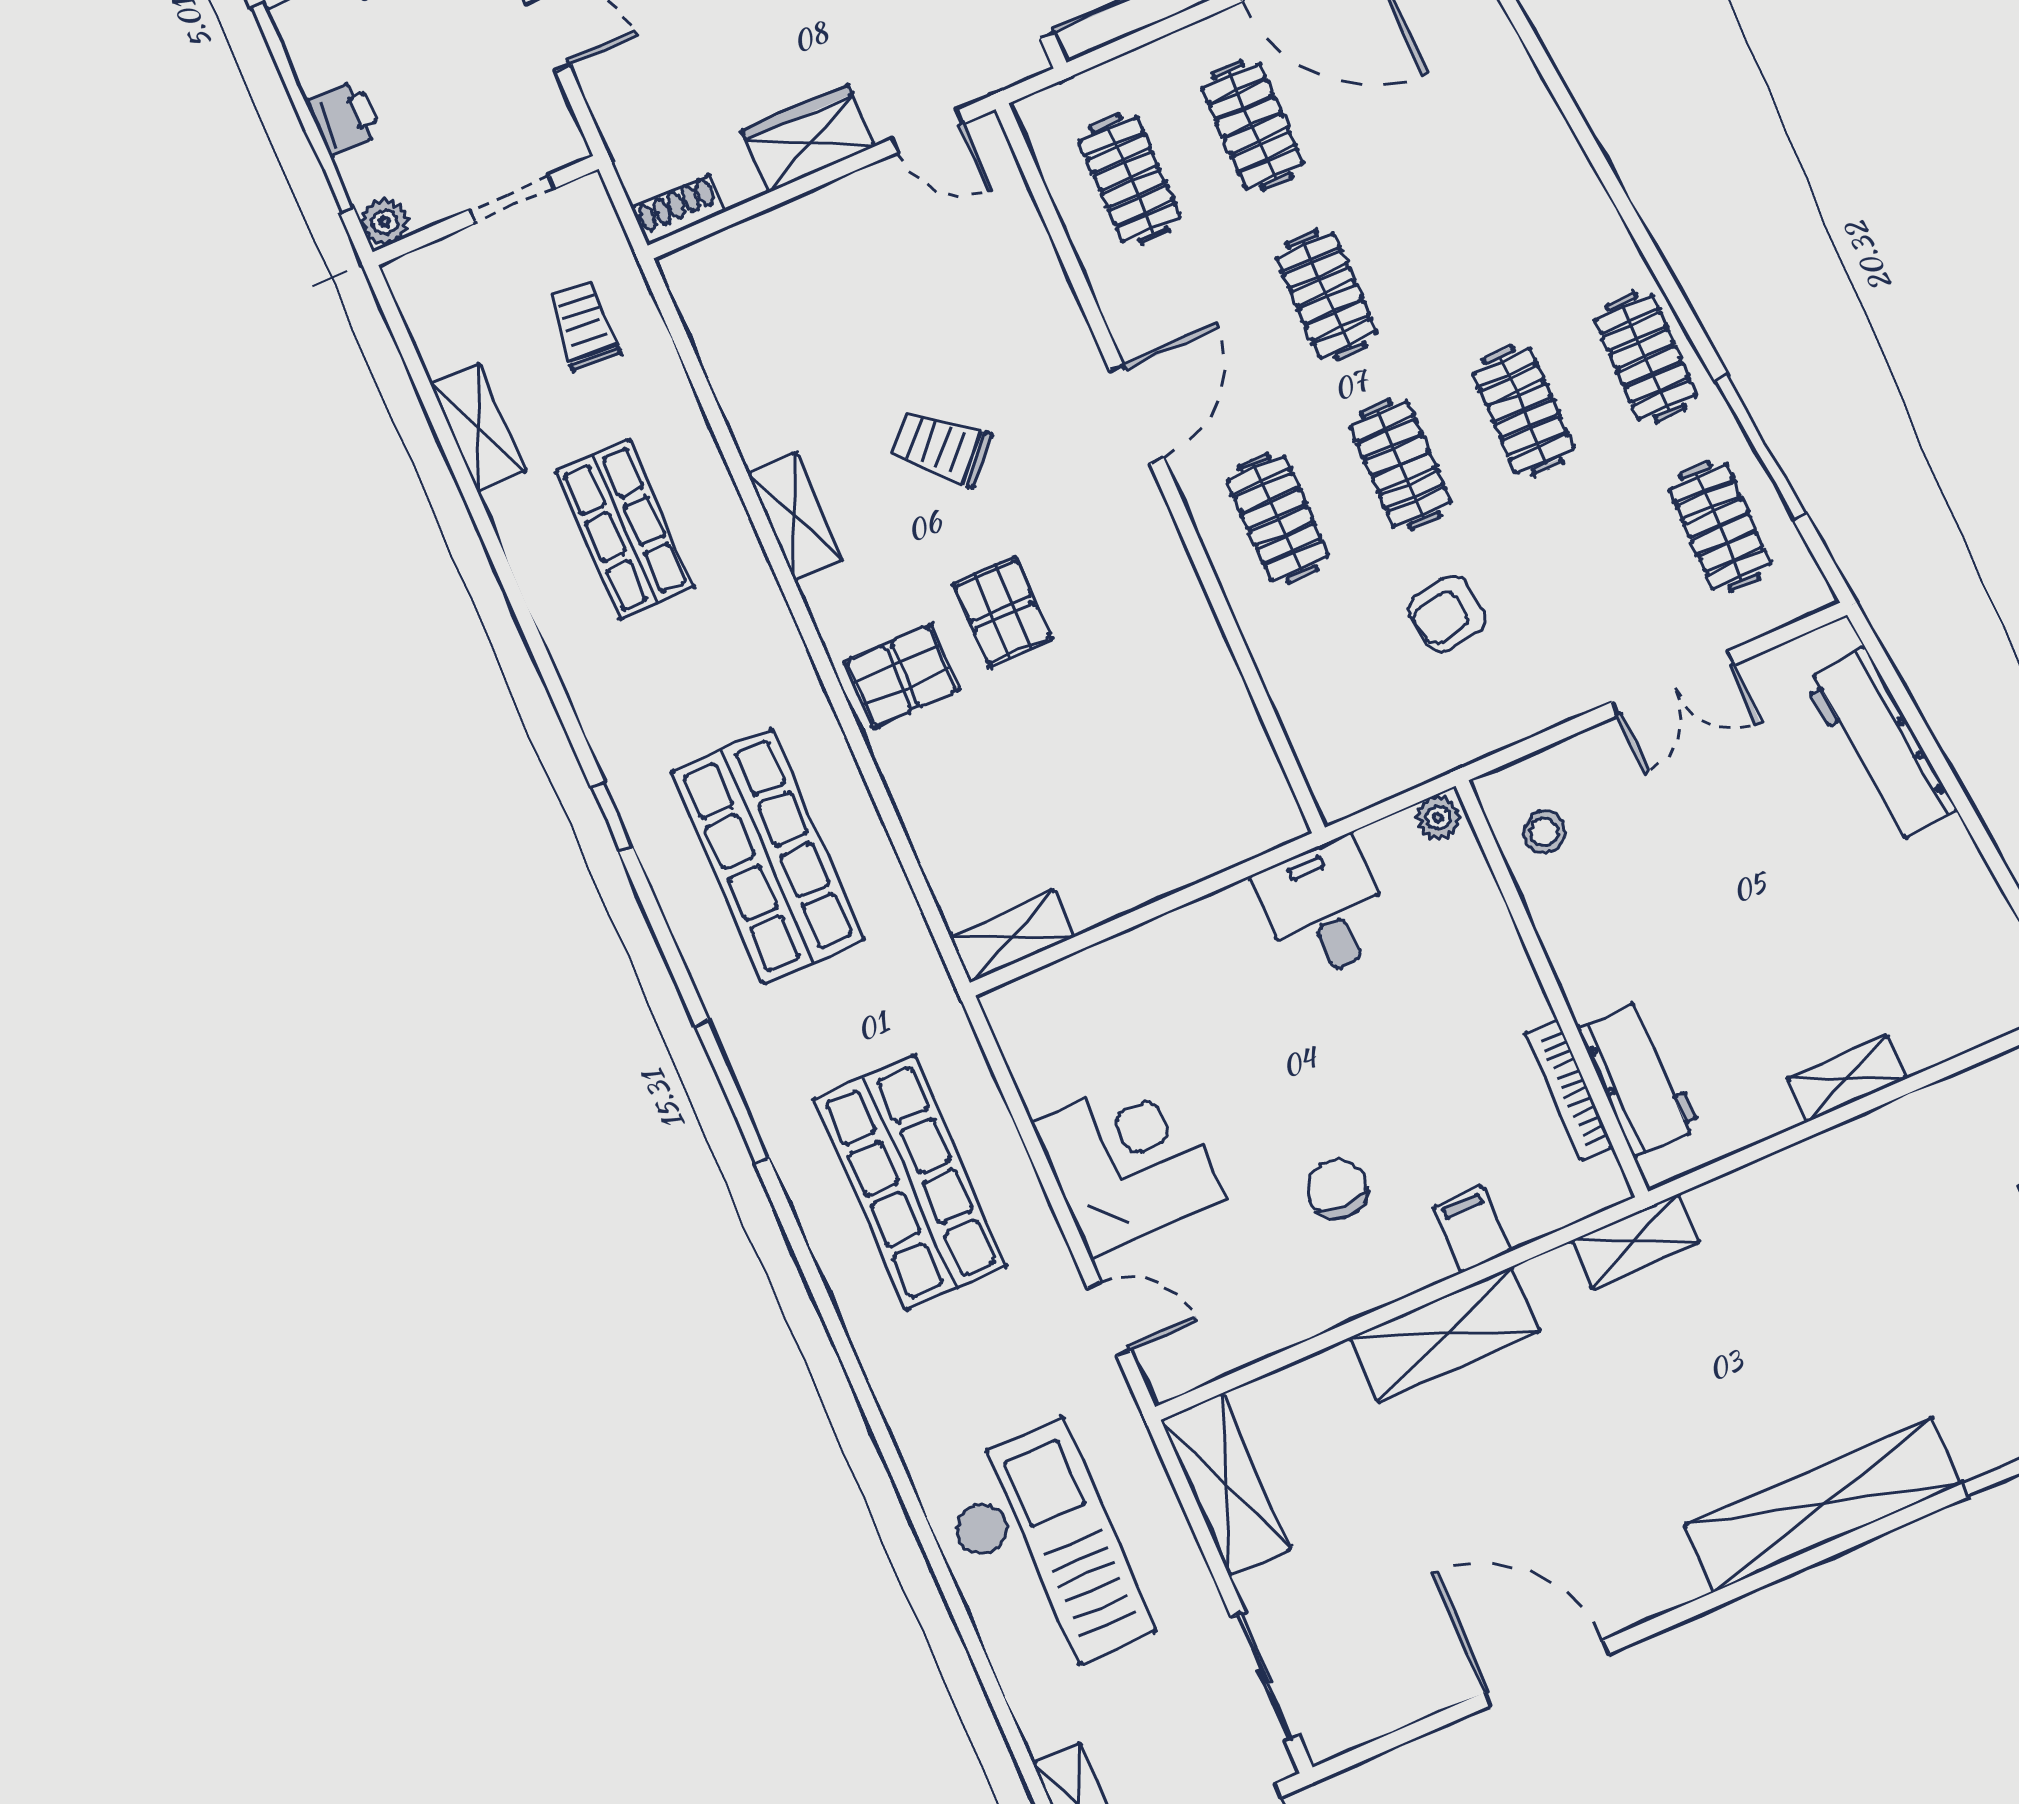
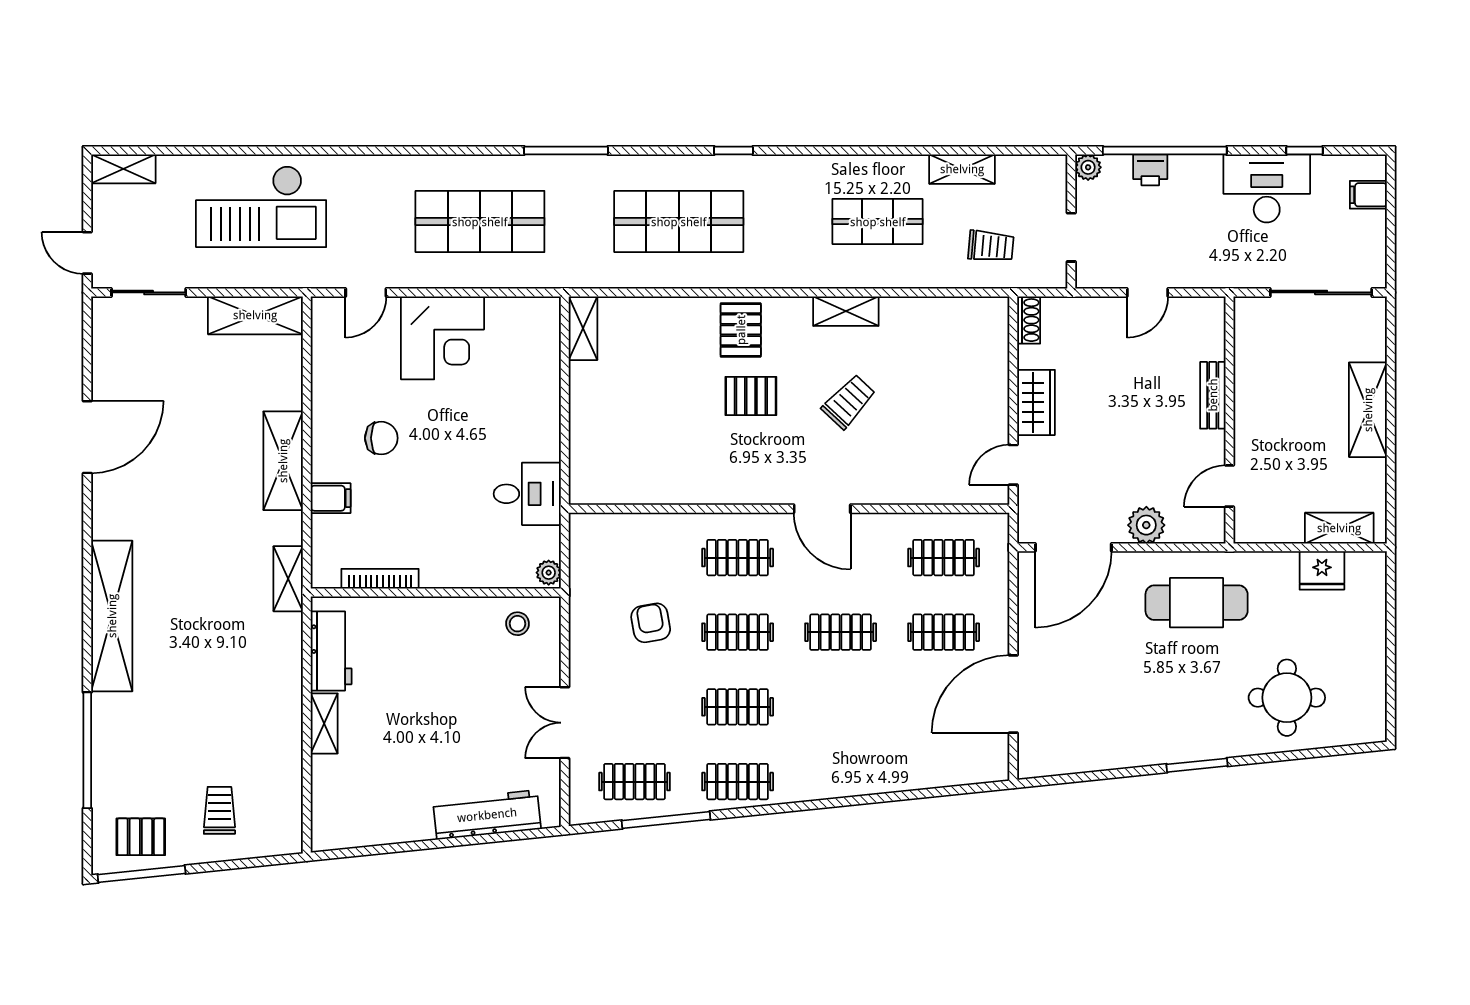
workbench: (1639, 1078) -> (331, 651), moved, turned -90

